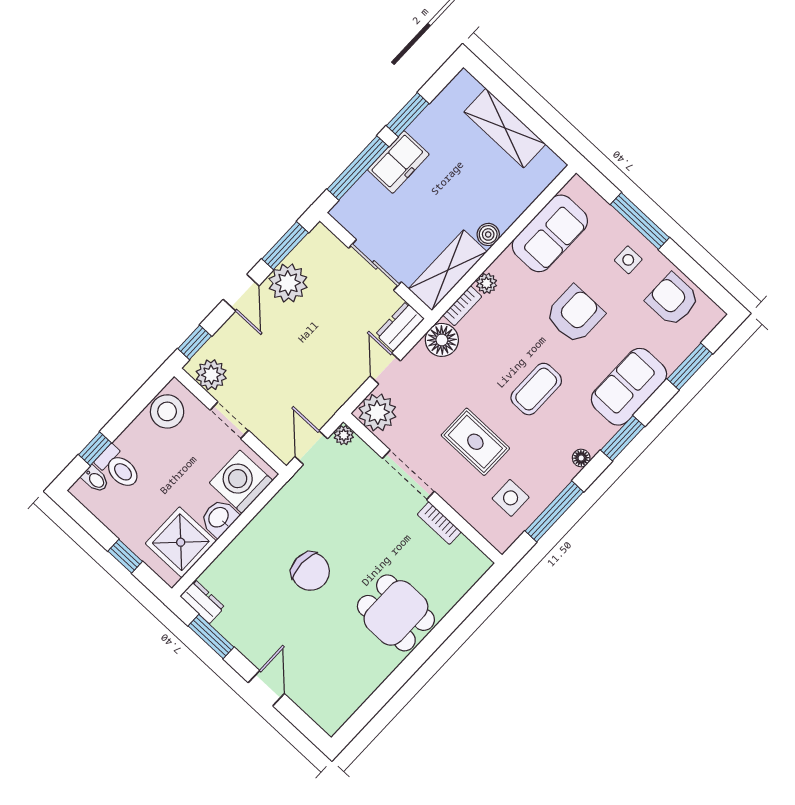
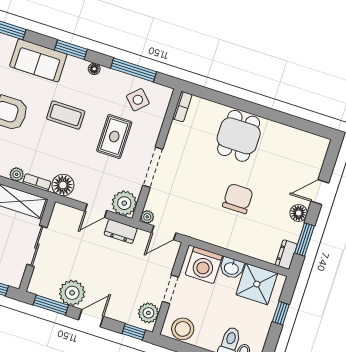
dresser: (400, 326) -> (121, 231), moved
side table: (511, 498) -> (138, 100), turned 45
bookcase: (439, 523) -> (182, 107), moved
floor lamp: (251, 645) -> (299, 213), added

